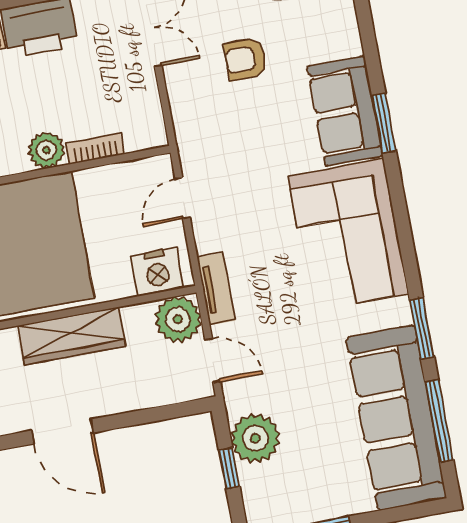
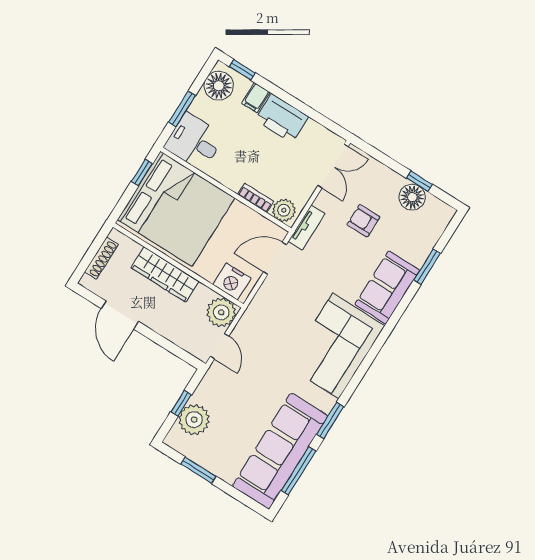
window: (384, 123) -> (427, 267), moved
plant: (46, 150) -> (284, 210), moved
door: (183, 198) -> (275, 258), width x1.38
tv unit: (216, 289) -> (307, 228), moved
plant: (255, 438) -> (194, 420), moved

